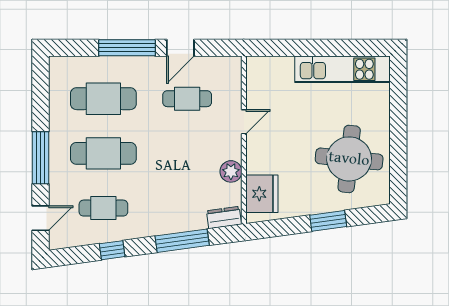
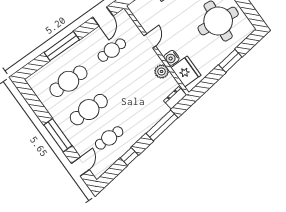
door: (180, 48) -> (103, 16), moved
water cooler: (256, 163) -> (171, 58), added

